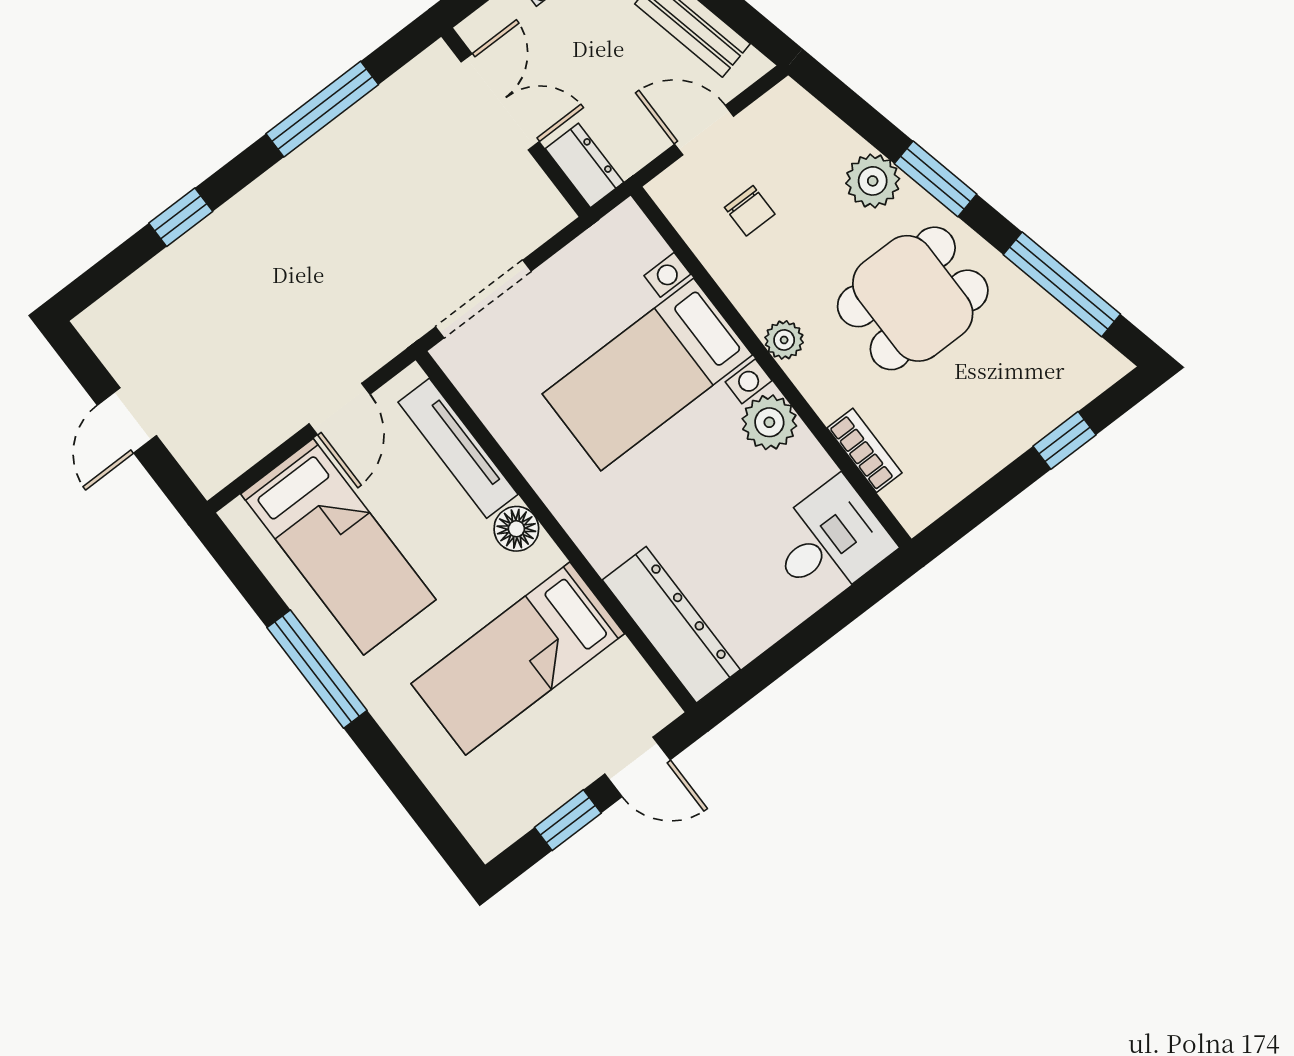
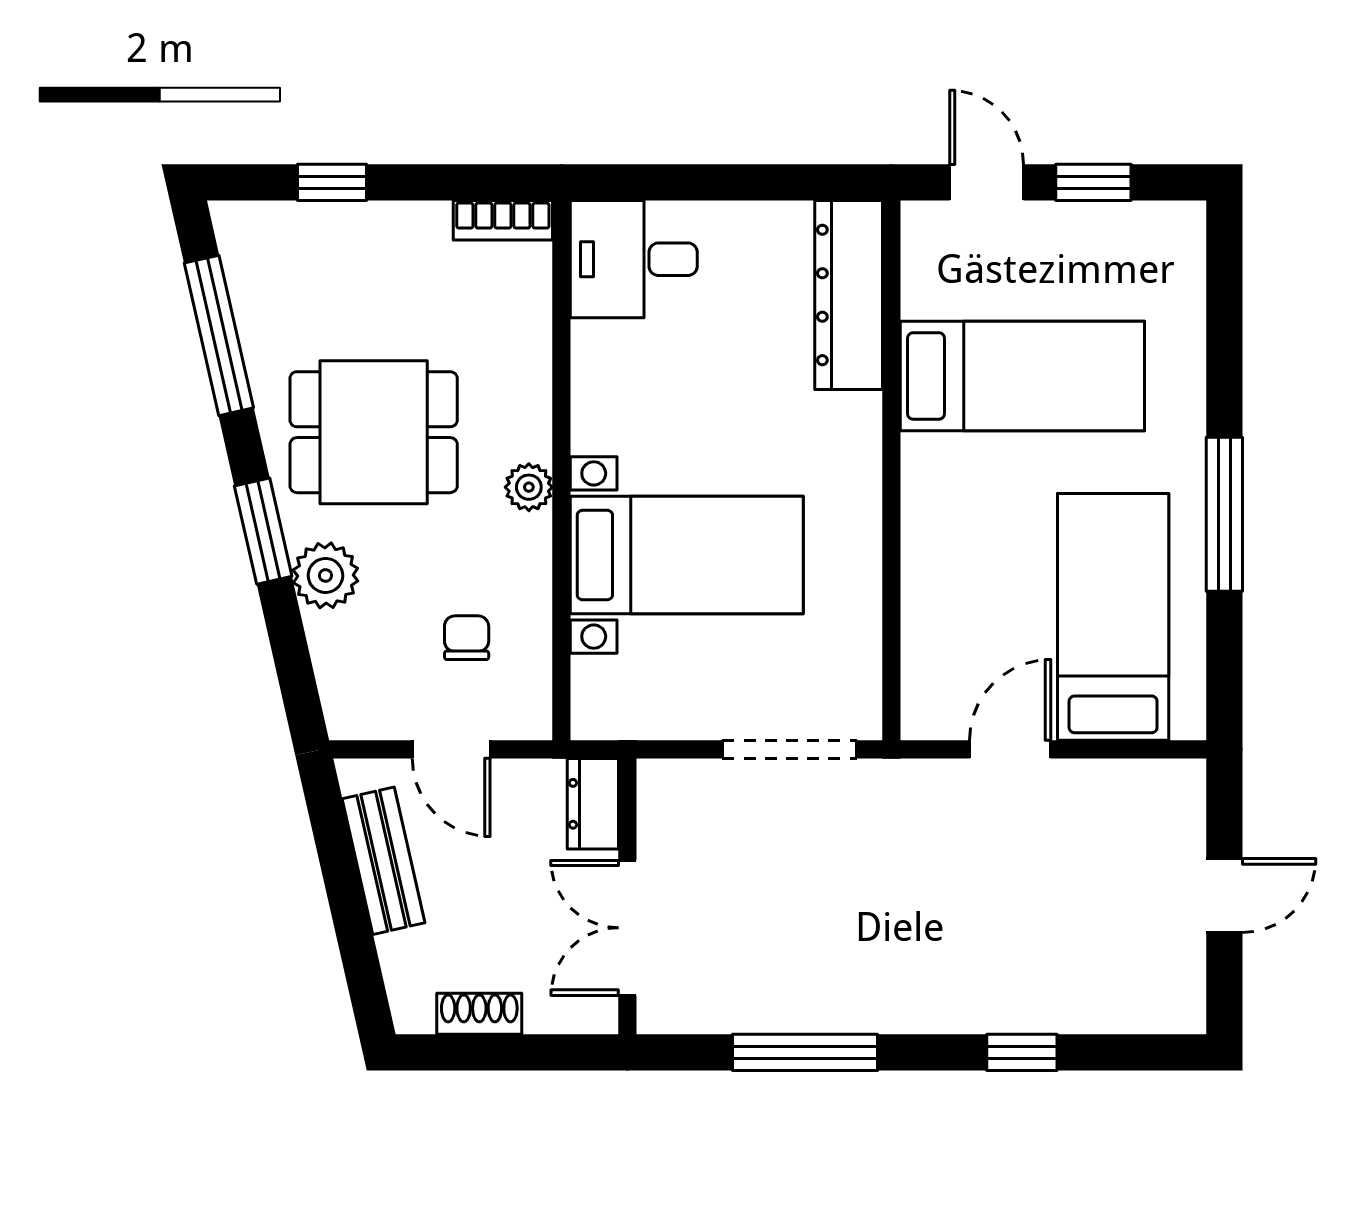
plant: (769, 422) -> (604, 418), removed
tv unit: (458, 448) -> (925, 624), removed
bookcase: (865, 450) -> (503, 220), moved, turned -90
floor lamp: (516, 529) -> (928, 503), removed

